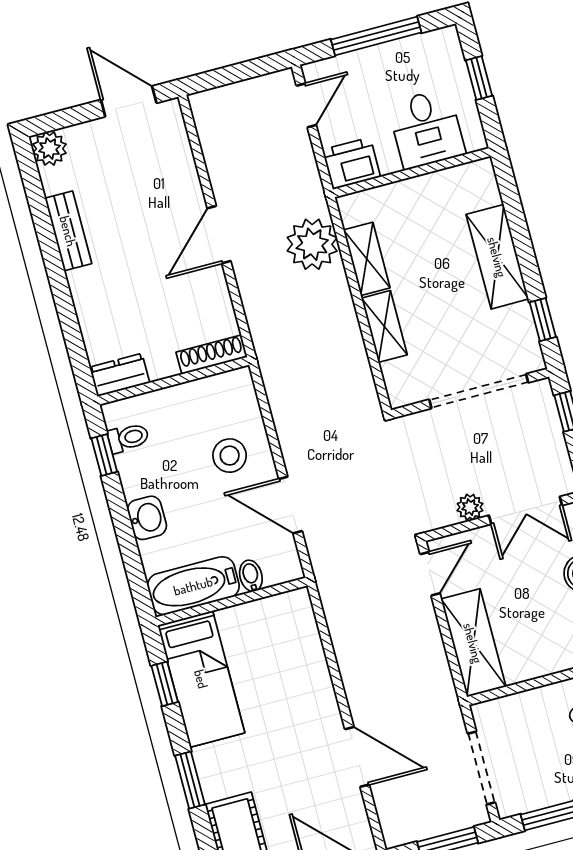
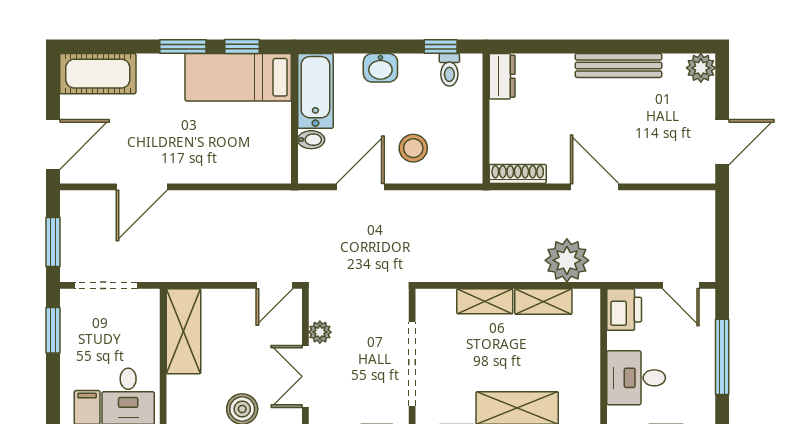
bench: (68, 231) -> (618, 65), width x1.36
shoe rack: (212, 355) -> (518, 174), moved, turned -90
door: (430, 574) -> (274, 285), hinge flipped
shelving: (473, 643) -> (184, 331), moved, turned 90
window: (190, 780) -> (183, 47), moved

